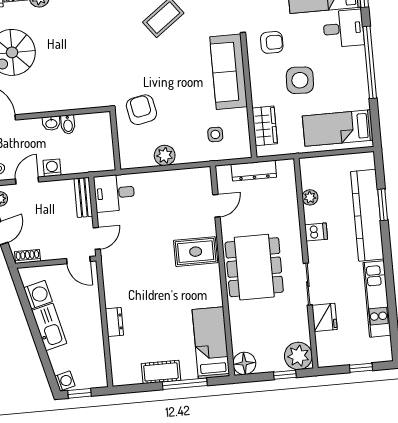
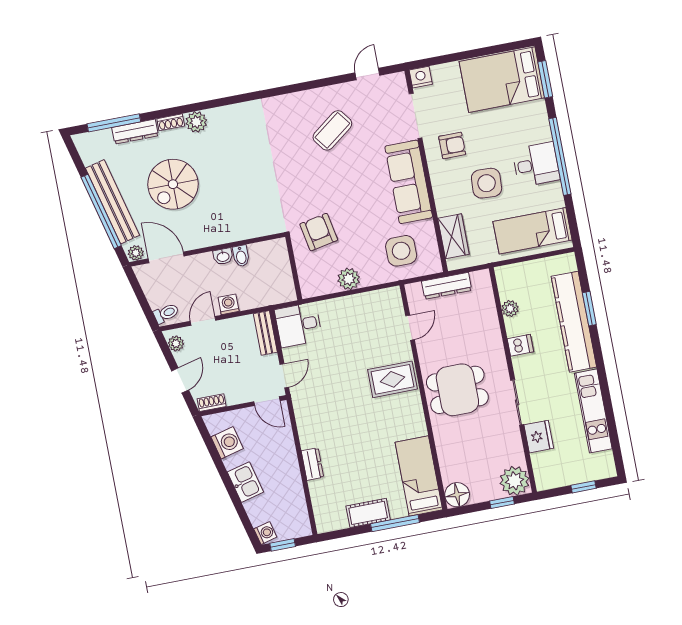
desk: (343, 28) -> (536, 164), moved
side table: (215, 134) -> (401, 251), width x1.87, depth x1.87
dining table: (254, 267) -> (457, 390), width x0.73
kitchen sink: (49, 327) -> (245, 482), width x0.73

